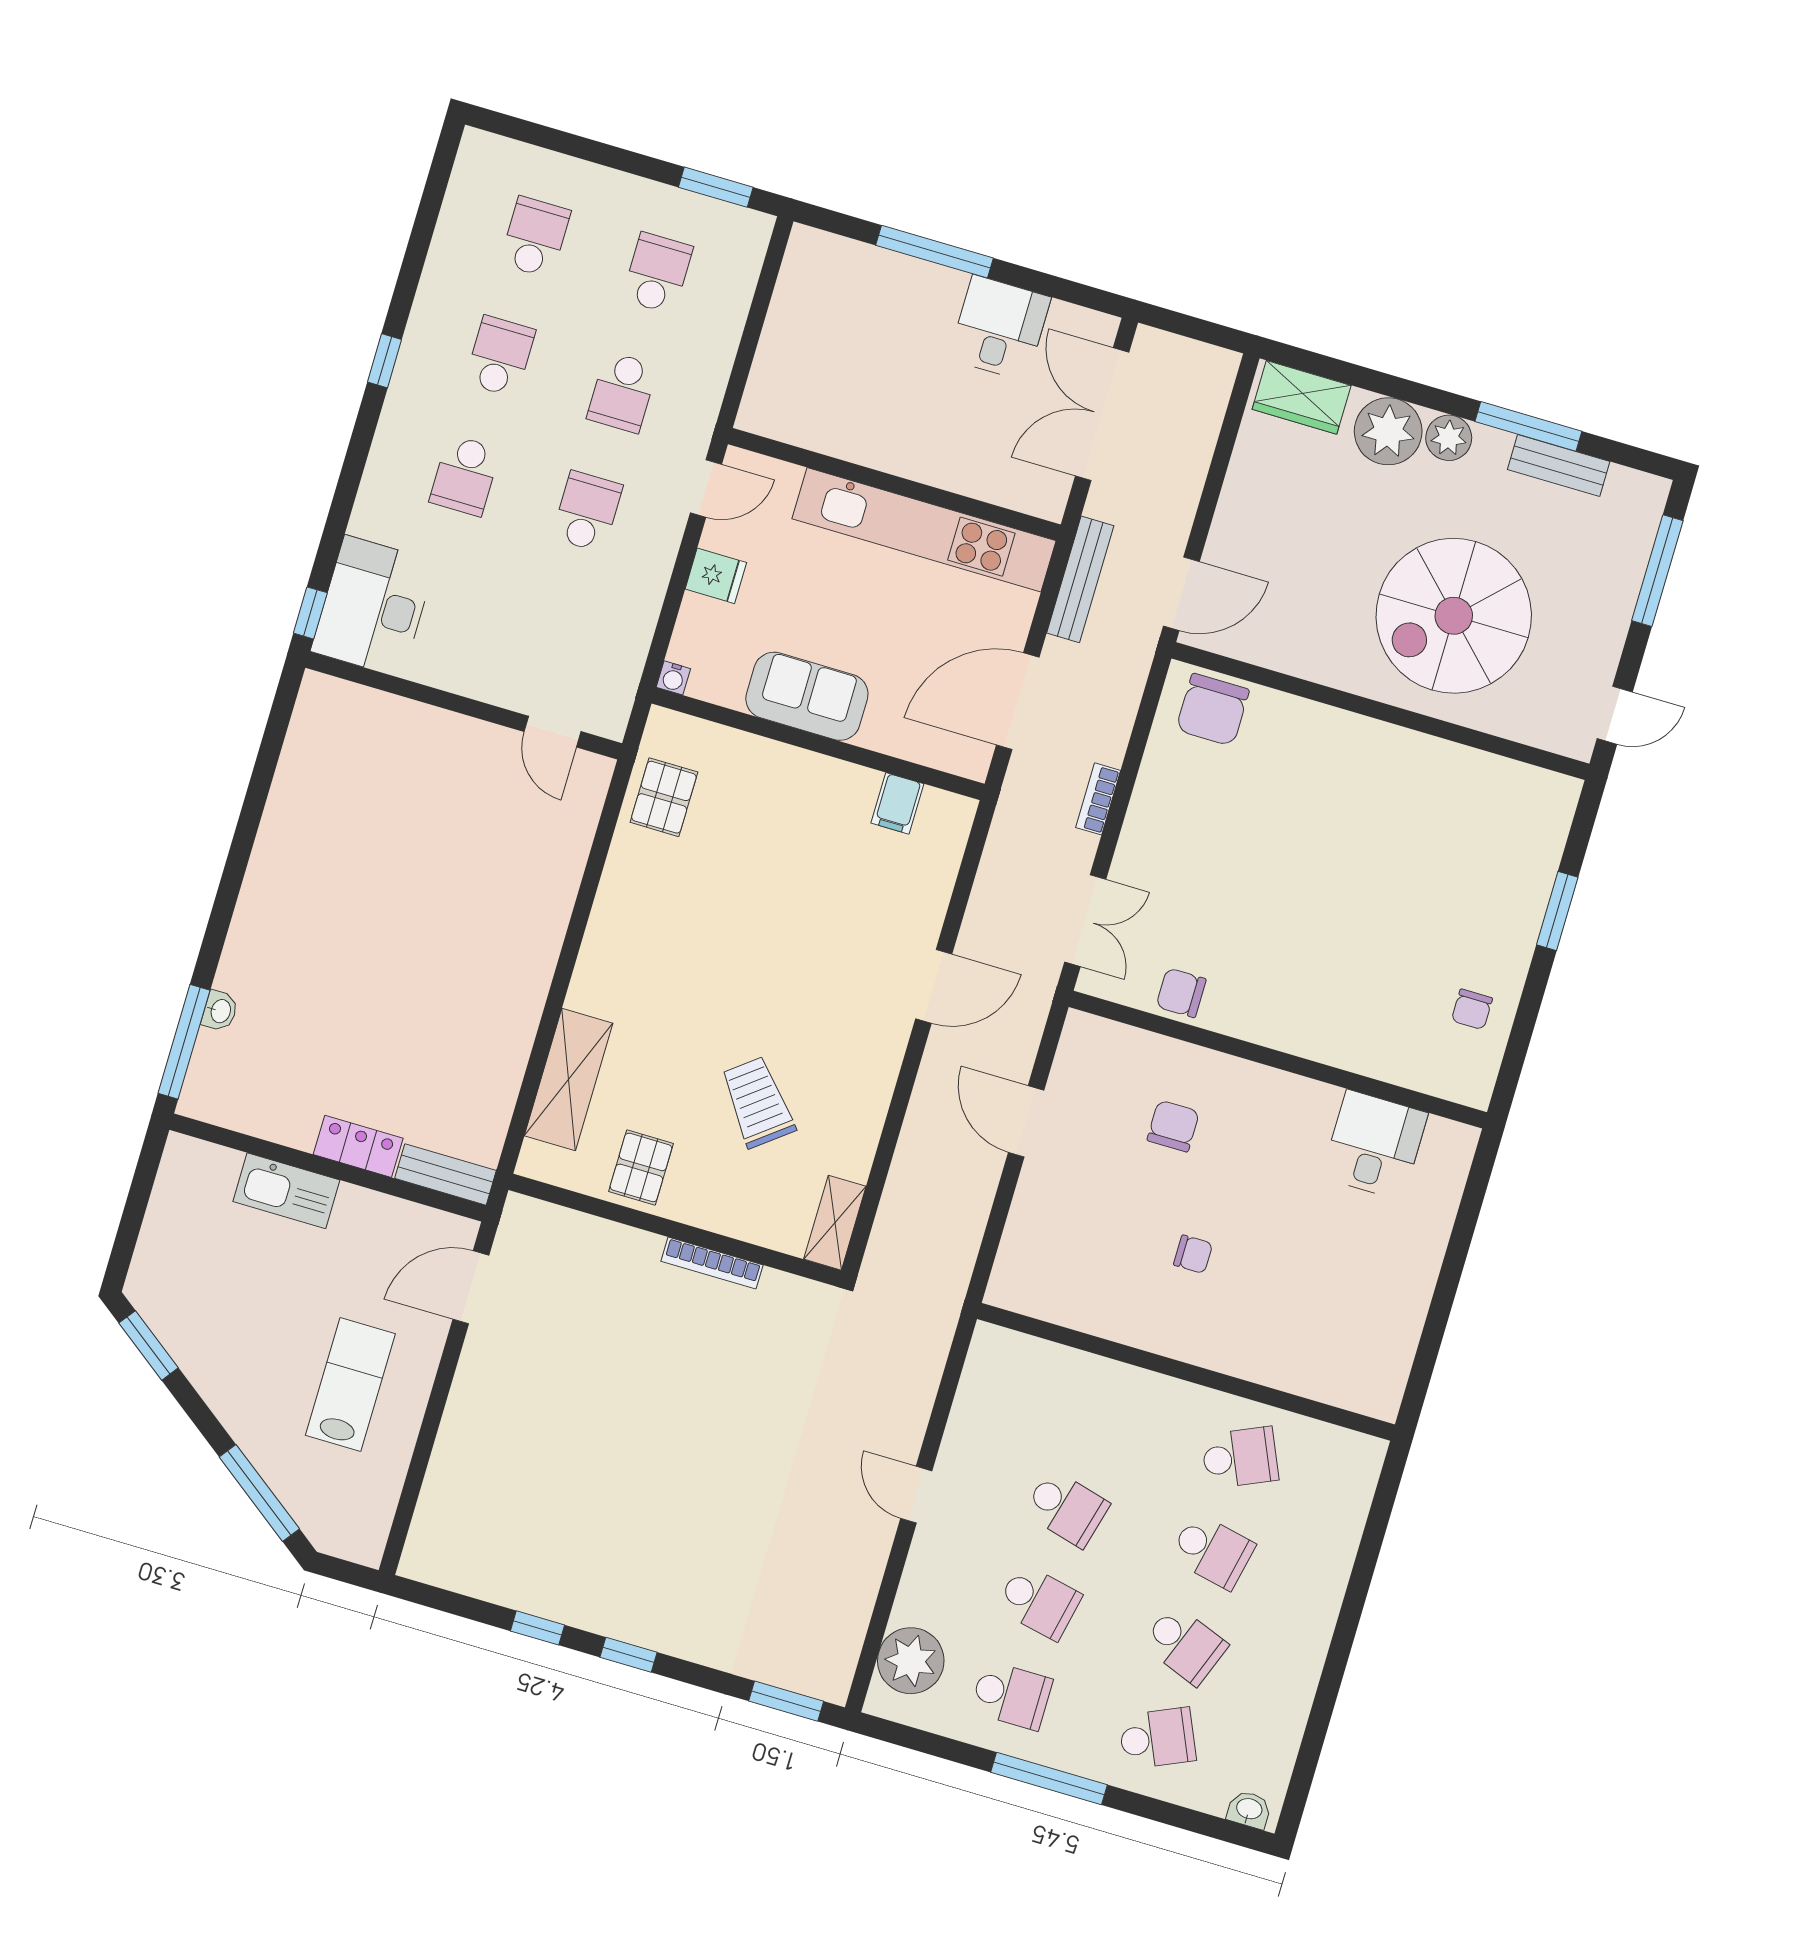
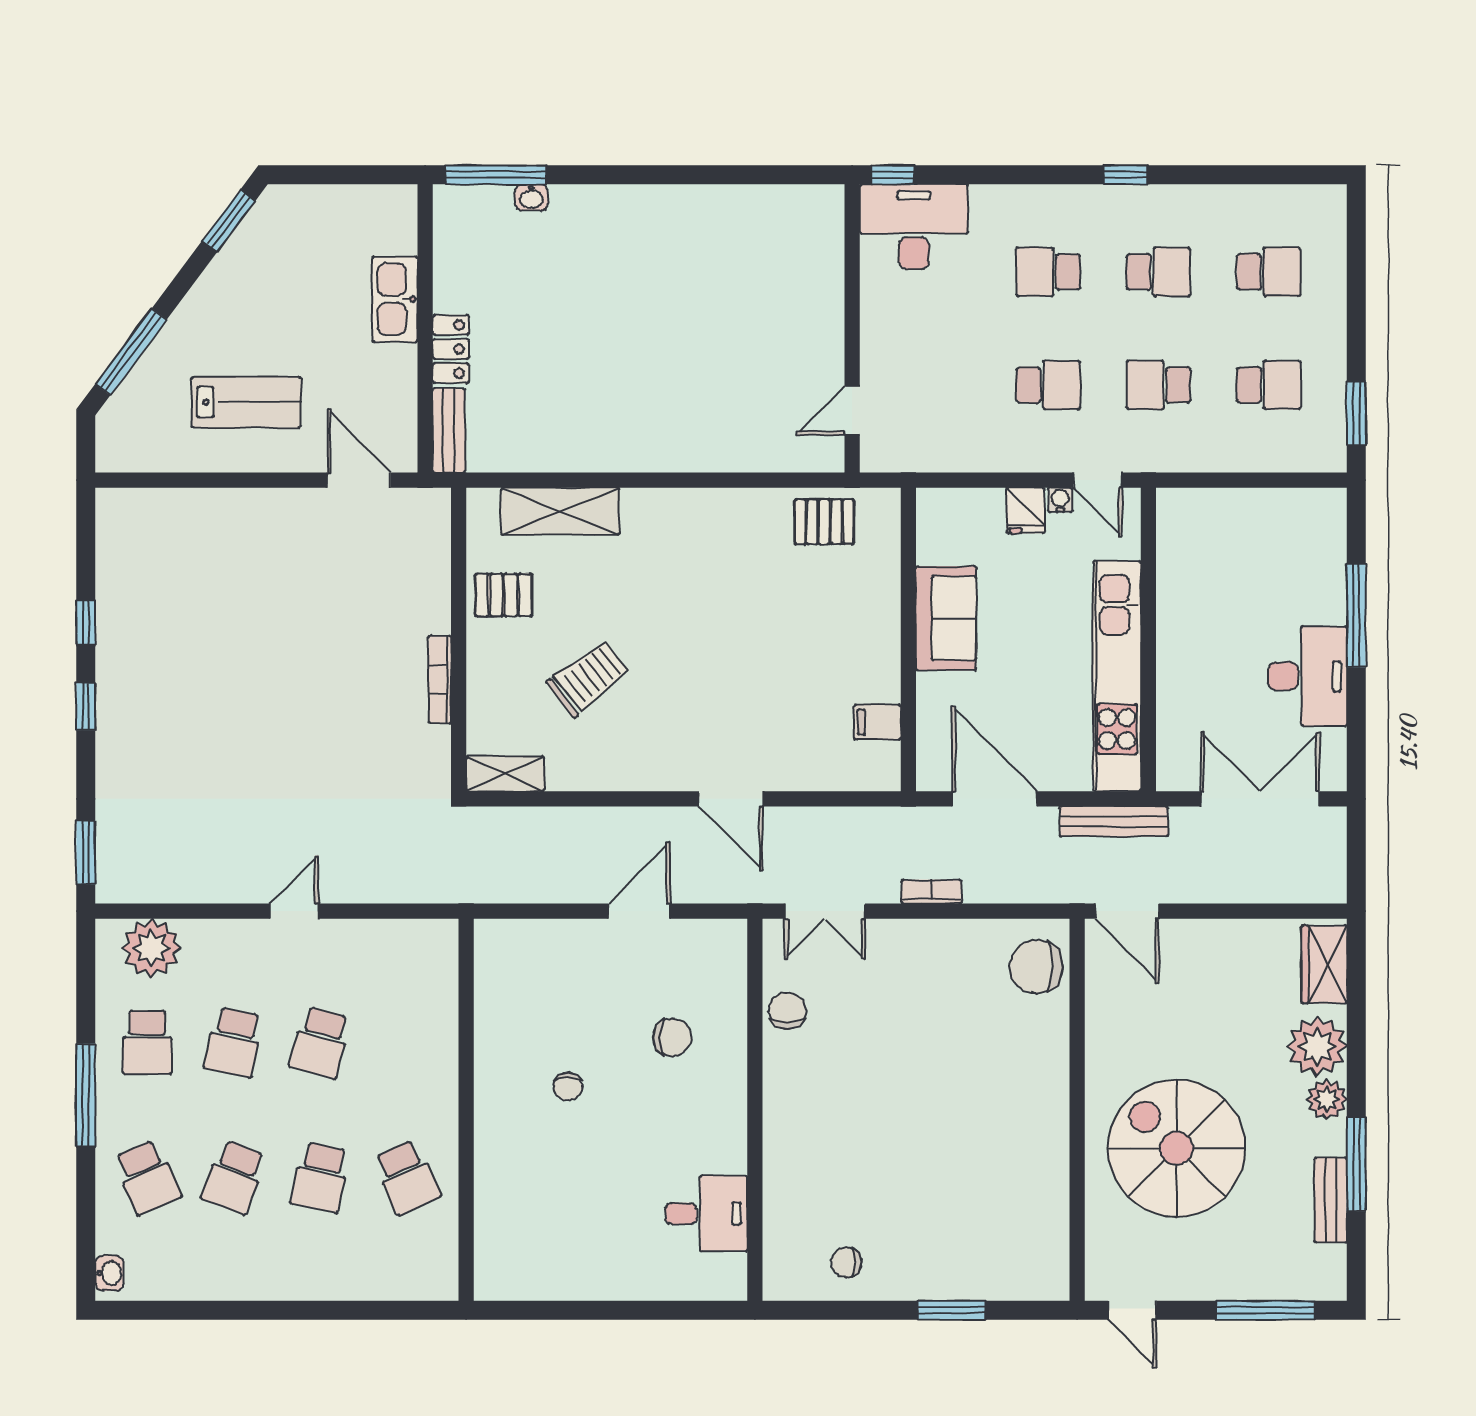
desk: (1000, 328) -> (1308, 676), width x1.37
water cooler: (673, 678) -> (1060, 500), moved, turned 90

